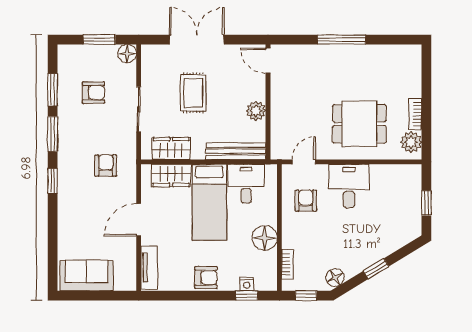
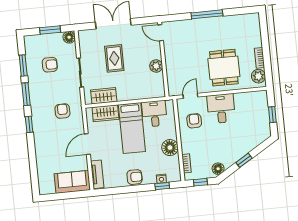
dining table: (359, 124) -> (224, 68), turned 90
bench: (236, 151) -> (146, 93), removed
sofa: (86, 275) -> (72, 182), moved

